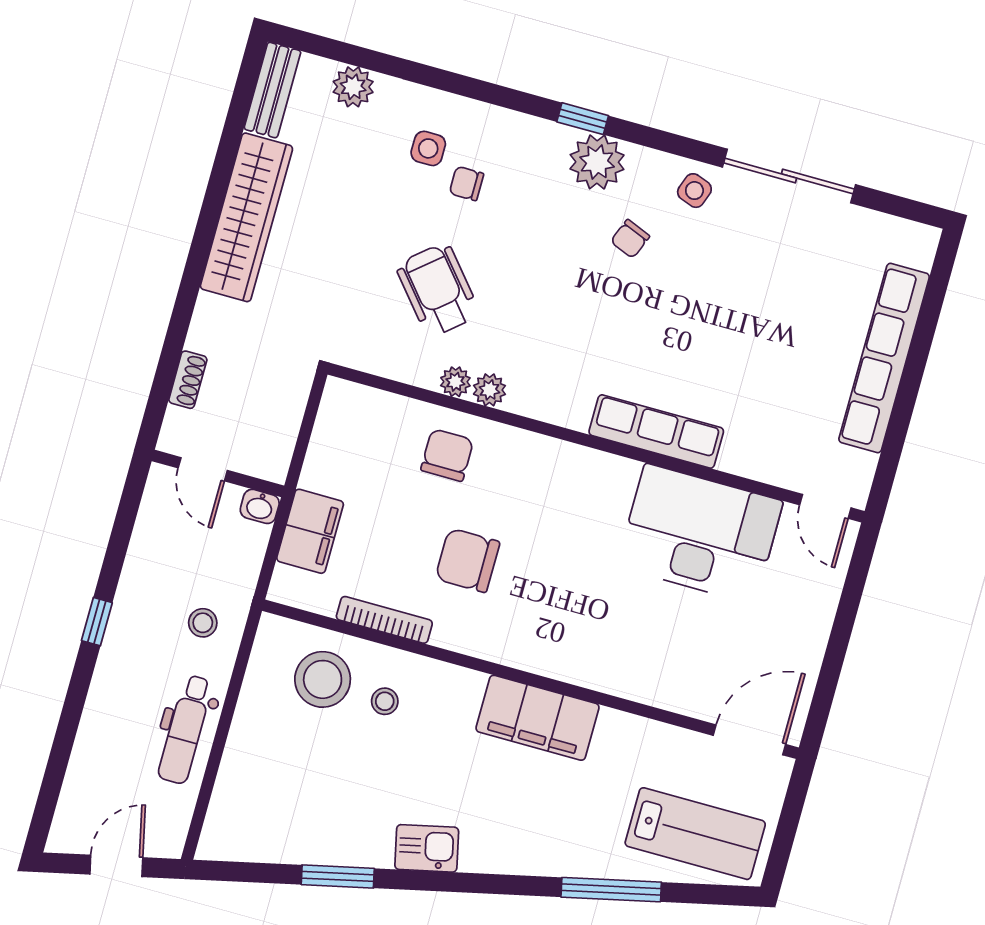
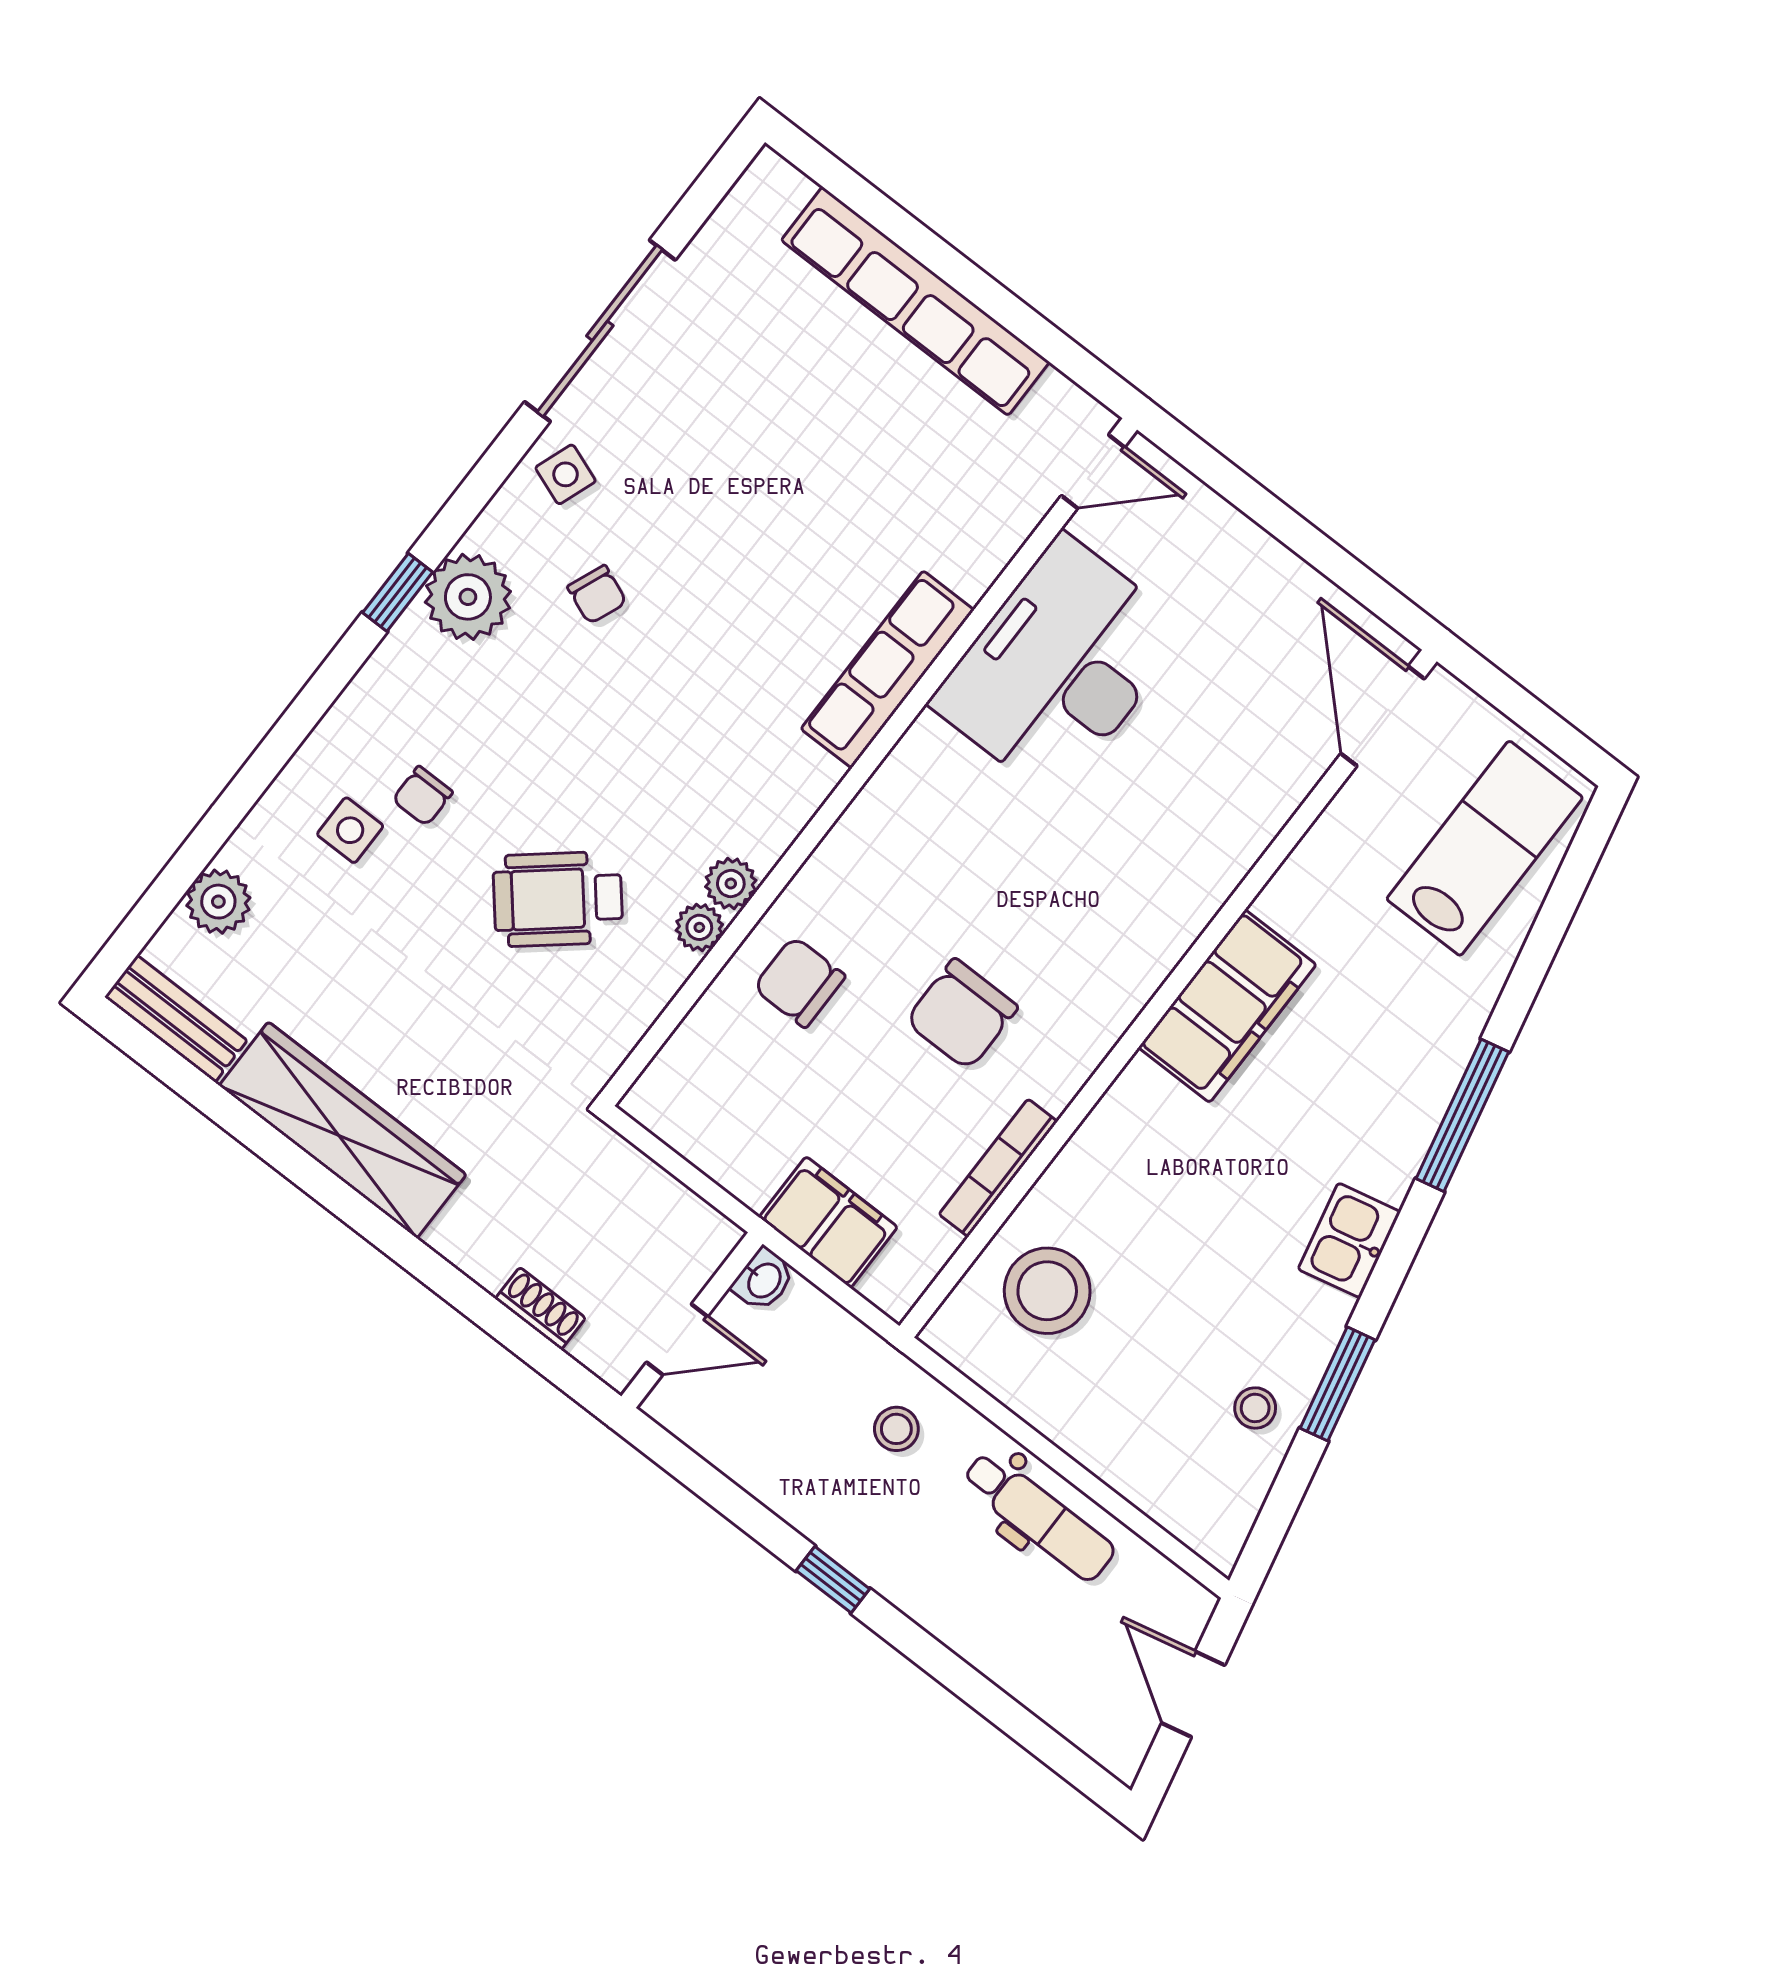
stool: (385, 701) -> (1255, 1408), moved
window: (611, 890) -> (1462, 1115), moved

